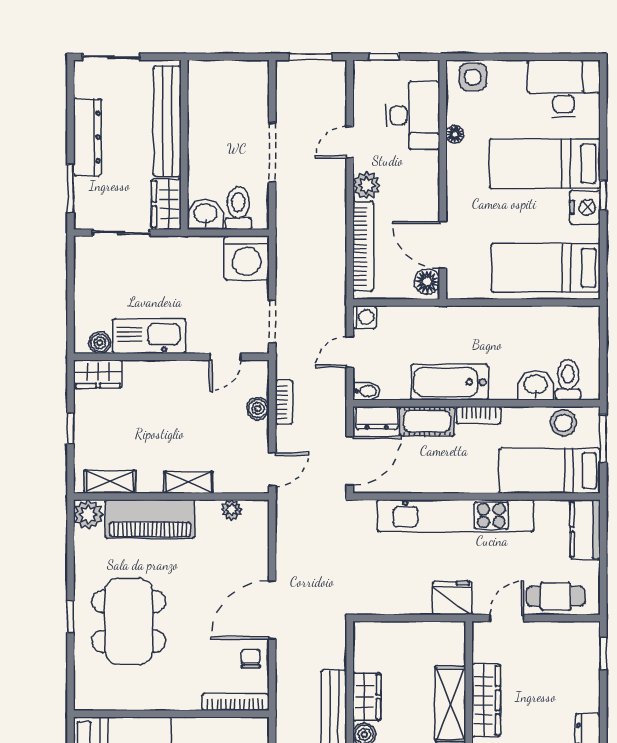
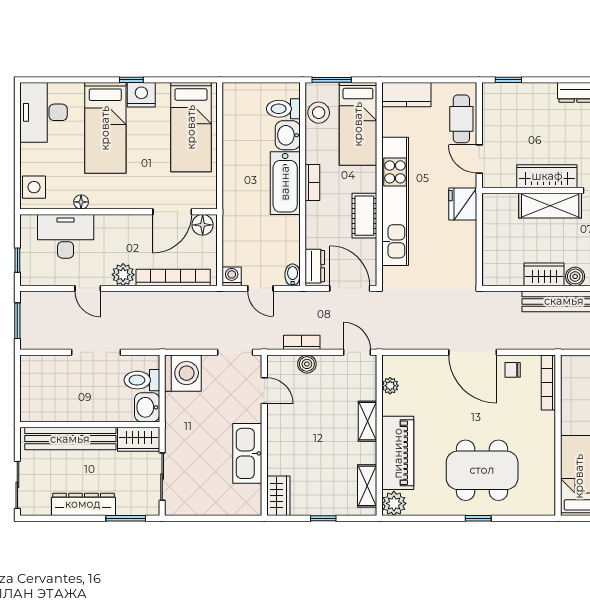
boiler: (100, 343) -> (253, 494), removed
bathtub: (449, 382) -> (285, 183), moved
cot: (427, 421) -> (364, 216), moved

